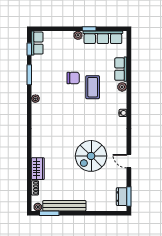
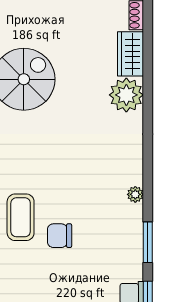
plant: (40, 148) -> (126, 95), added

